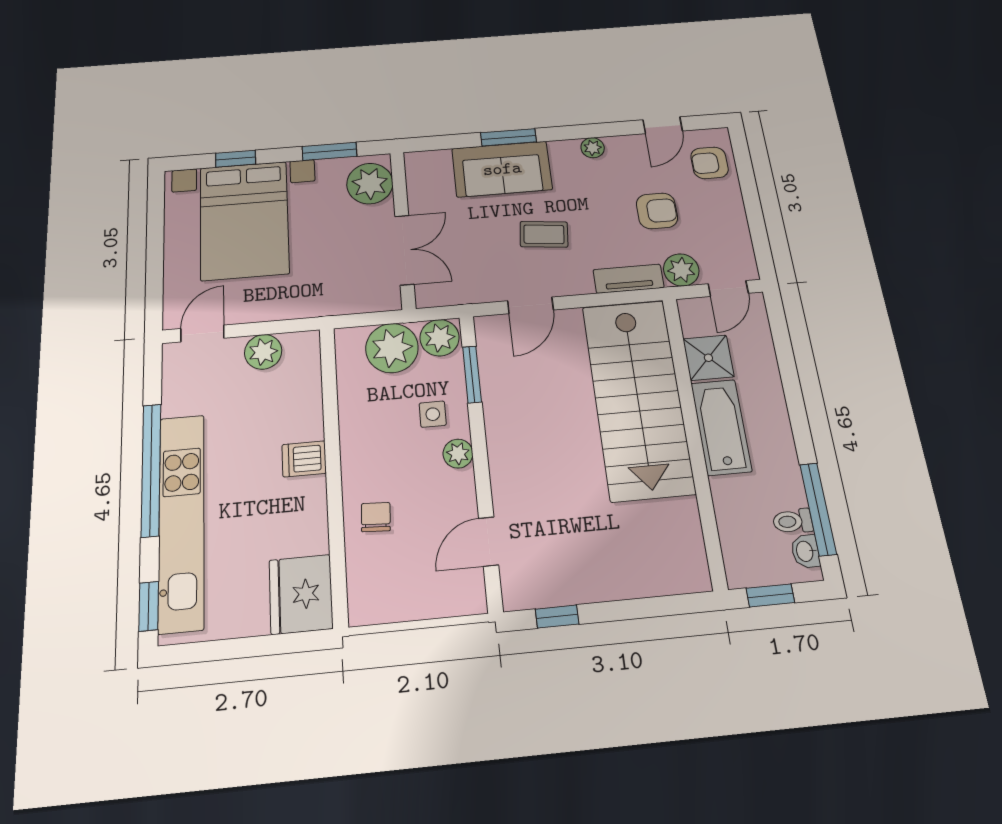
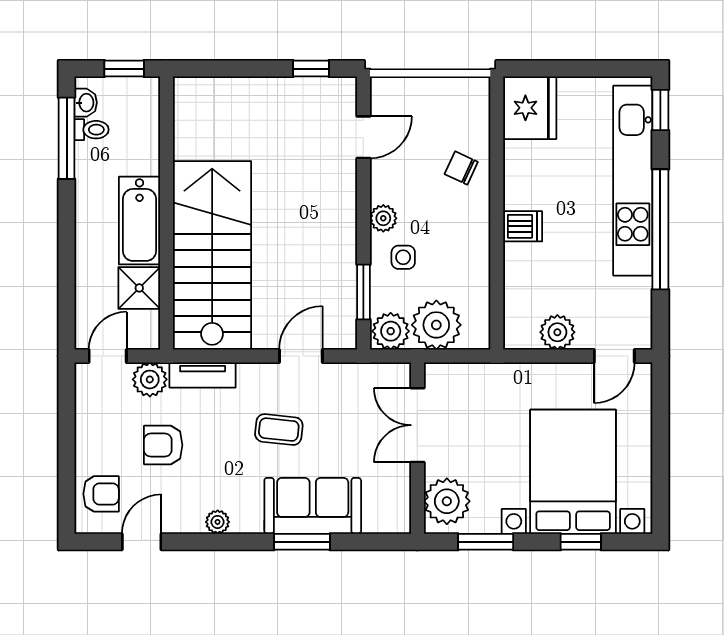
chair: (376, 517) -> (461, 168), turned 112

